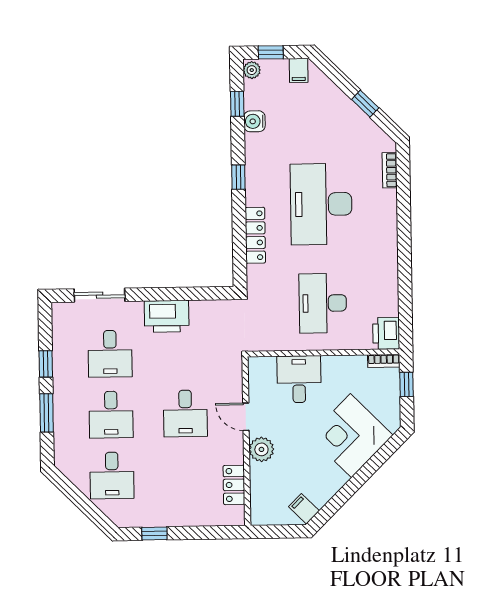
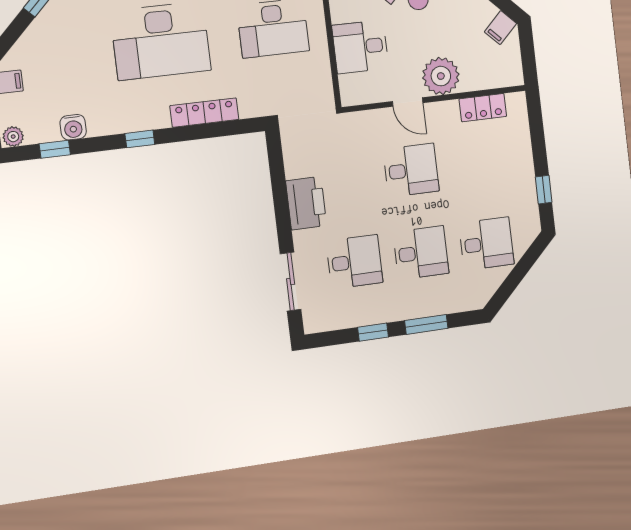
door: (246, 417) -> (408, 102), hinge flipped
plant: (261, 449) -> (441, 76), width x1.36, depth x1.36

